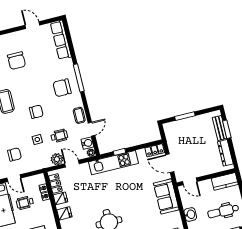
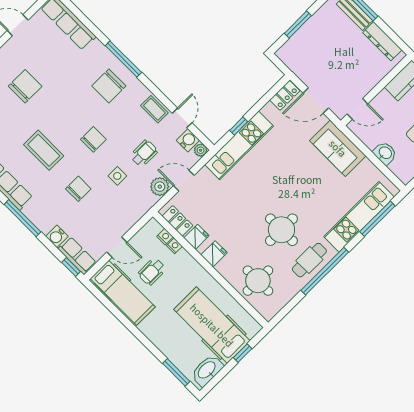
chair: (16, 61) -> (25, 86), turned -90
chair: (14, 154) -> (78, 189), moved

